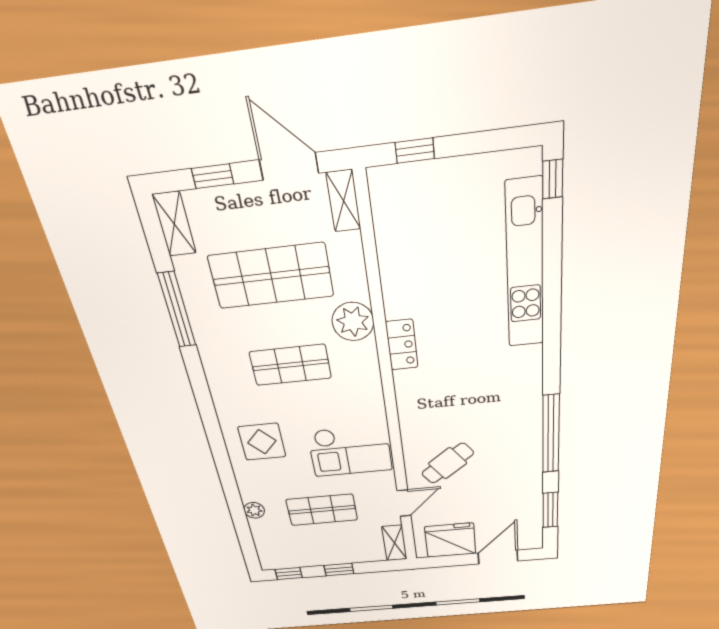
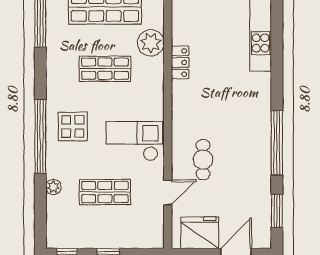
checkout: (350, 451) -> (134, 141), turned 180
window: (221, 457) -> (40, 136), added
cafe table: (448, 463) -> (203, 160), turned -53
shelving: (394, 543) -> (156, 231), removed

